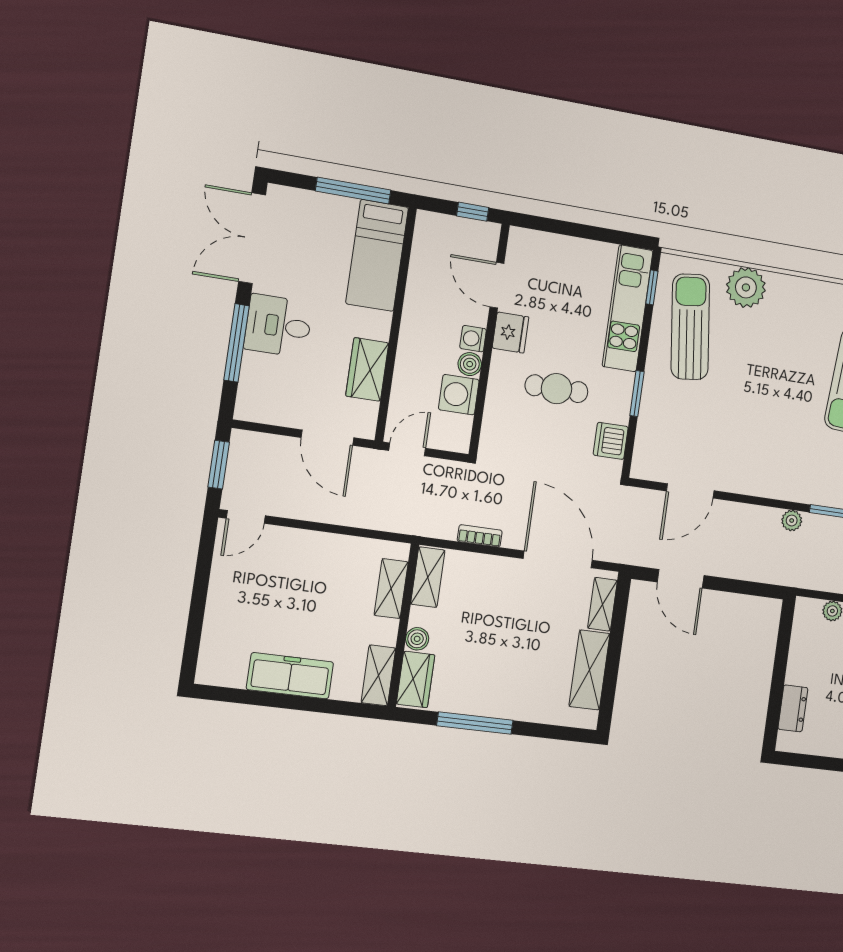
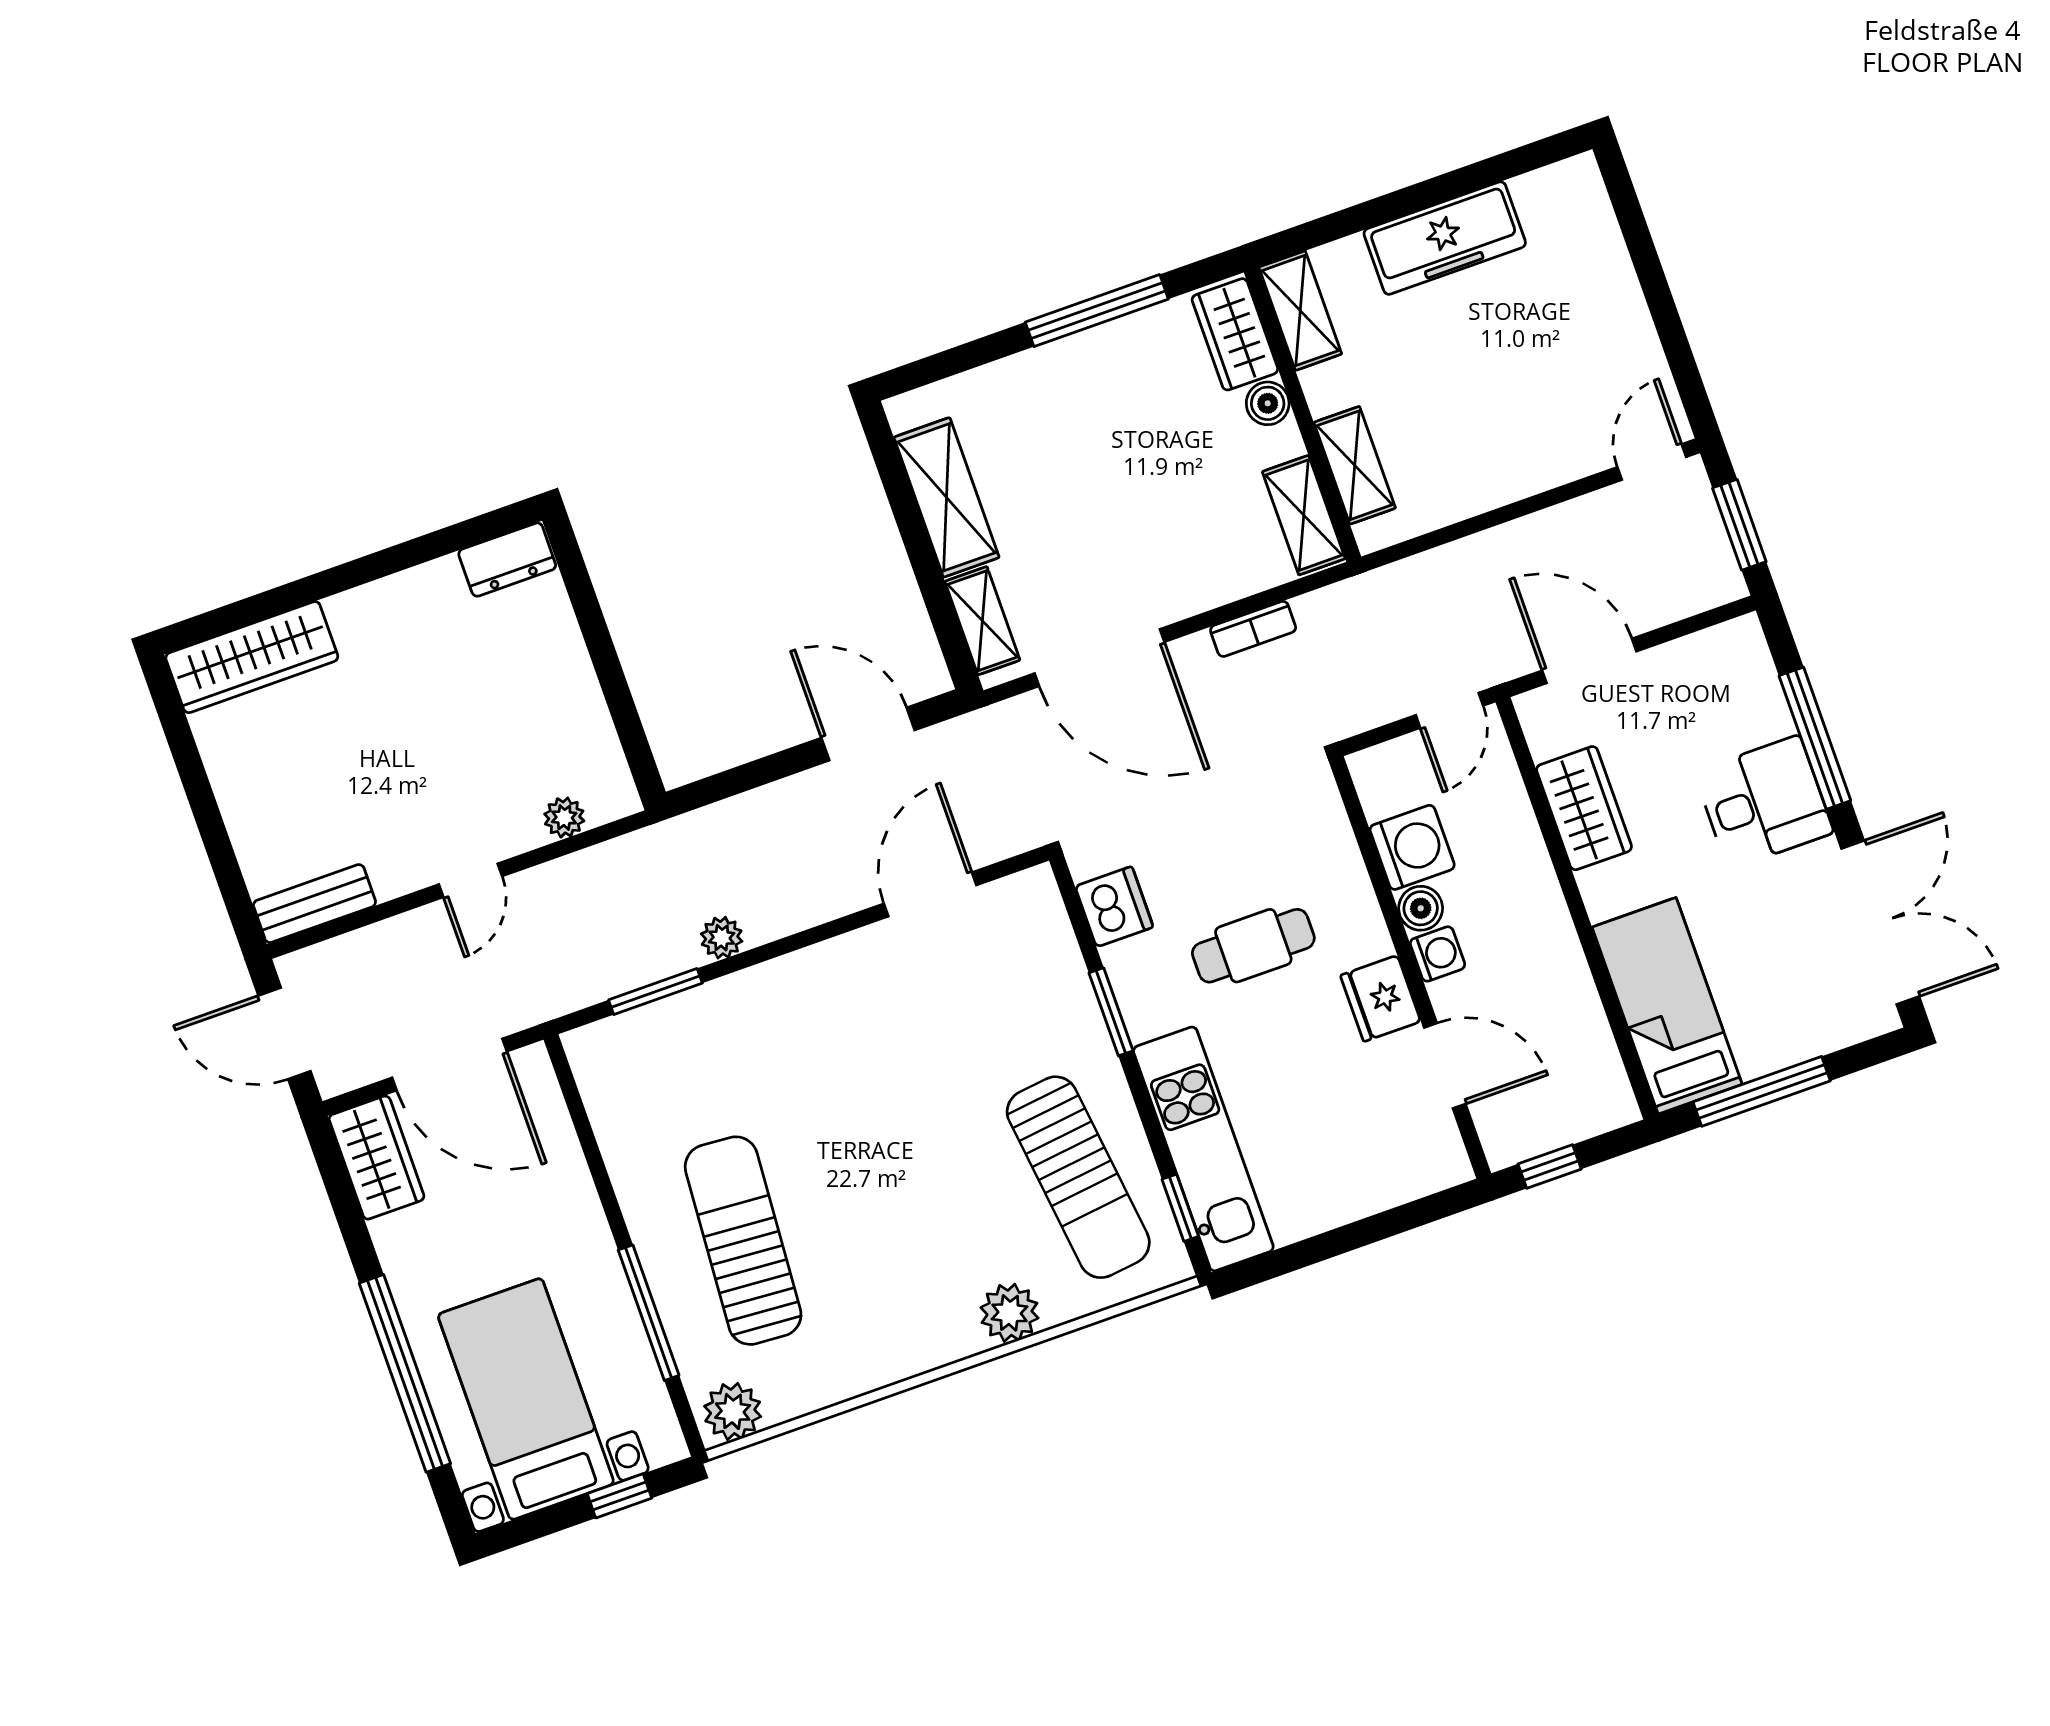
plant: (746, 287) -> (1010, 1313), width x0.73, depth x0.73
dresser: (793, 708) -> (507, 560), moved, turned -90

